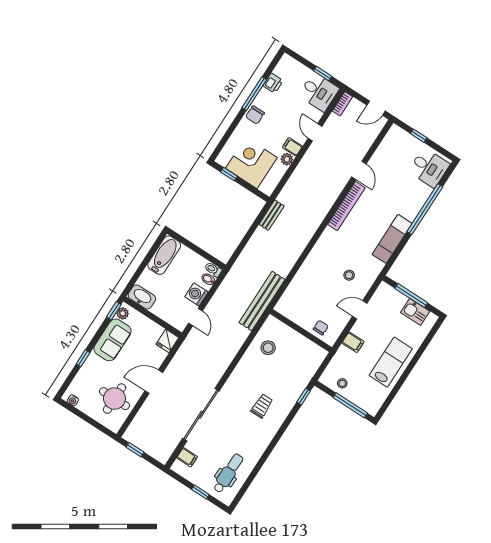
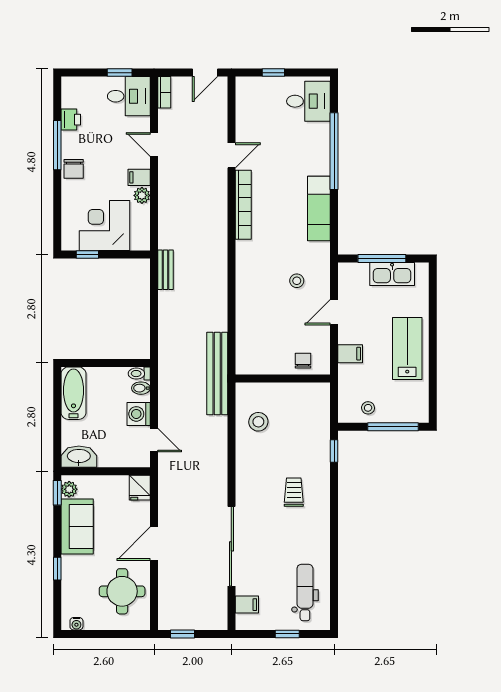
door: (359, 170) -> (231, 155), hinge flipped
kitchen sink: (415, 312) -> (392, 274), width x1.38

